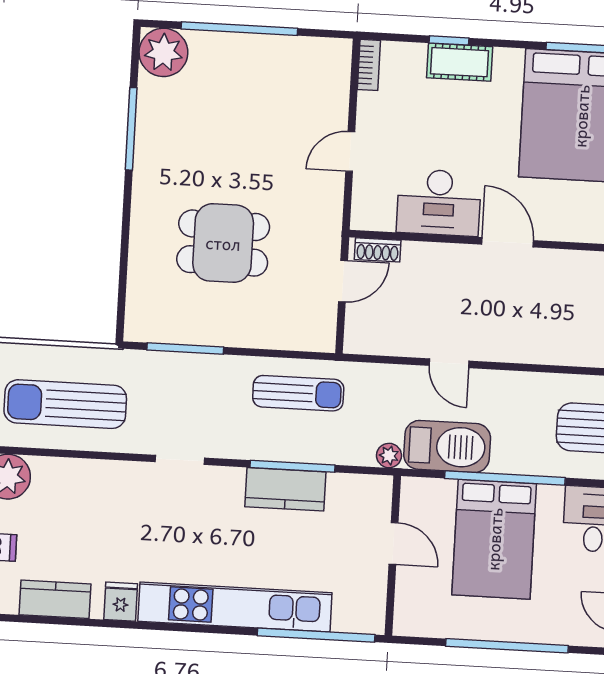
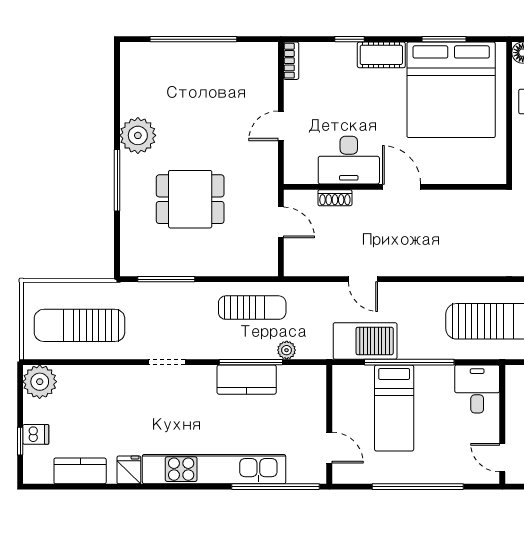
plant: (163, 52) -> (138, 135), moved
cot: (460, 62) -> (381, 55), moved
window: (131, 129) -> (117, 180), moved
shoe rack: (378, 250) -> (335, 198), moved
door: (343, 281) -> (281, 222), hinge flipped
plant: (389, 456) -> (287, 350), moved
bed: (494, 539) -> (394, 408), width x0.67
door: (394, 543) -> (329, 448), moved

